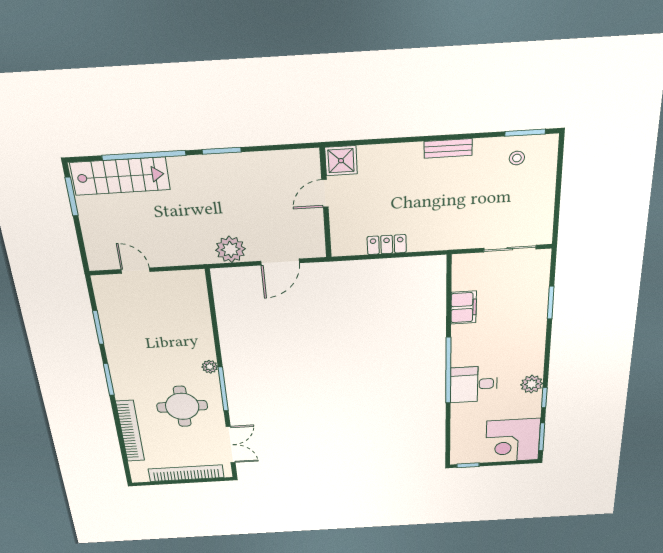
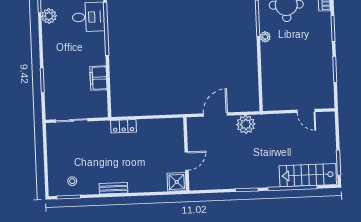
locker: (387, 245) -> (124, 126), moved

